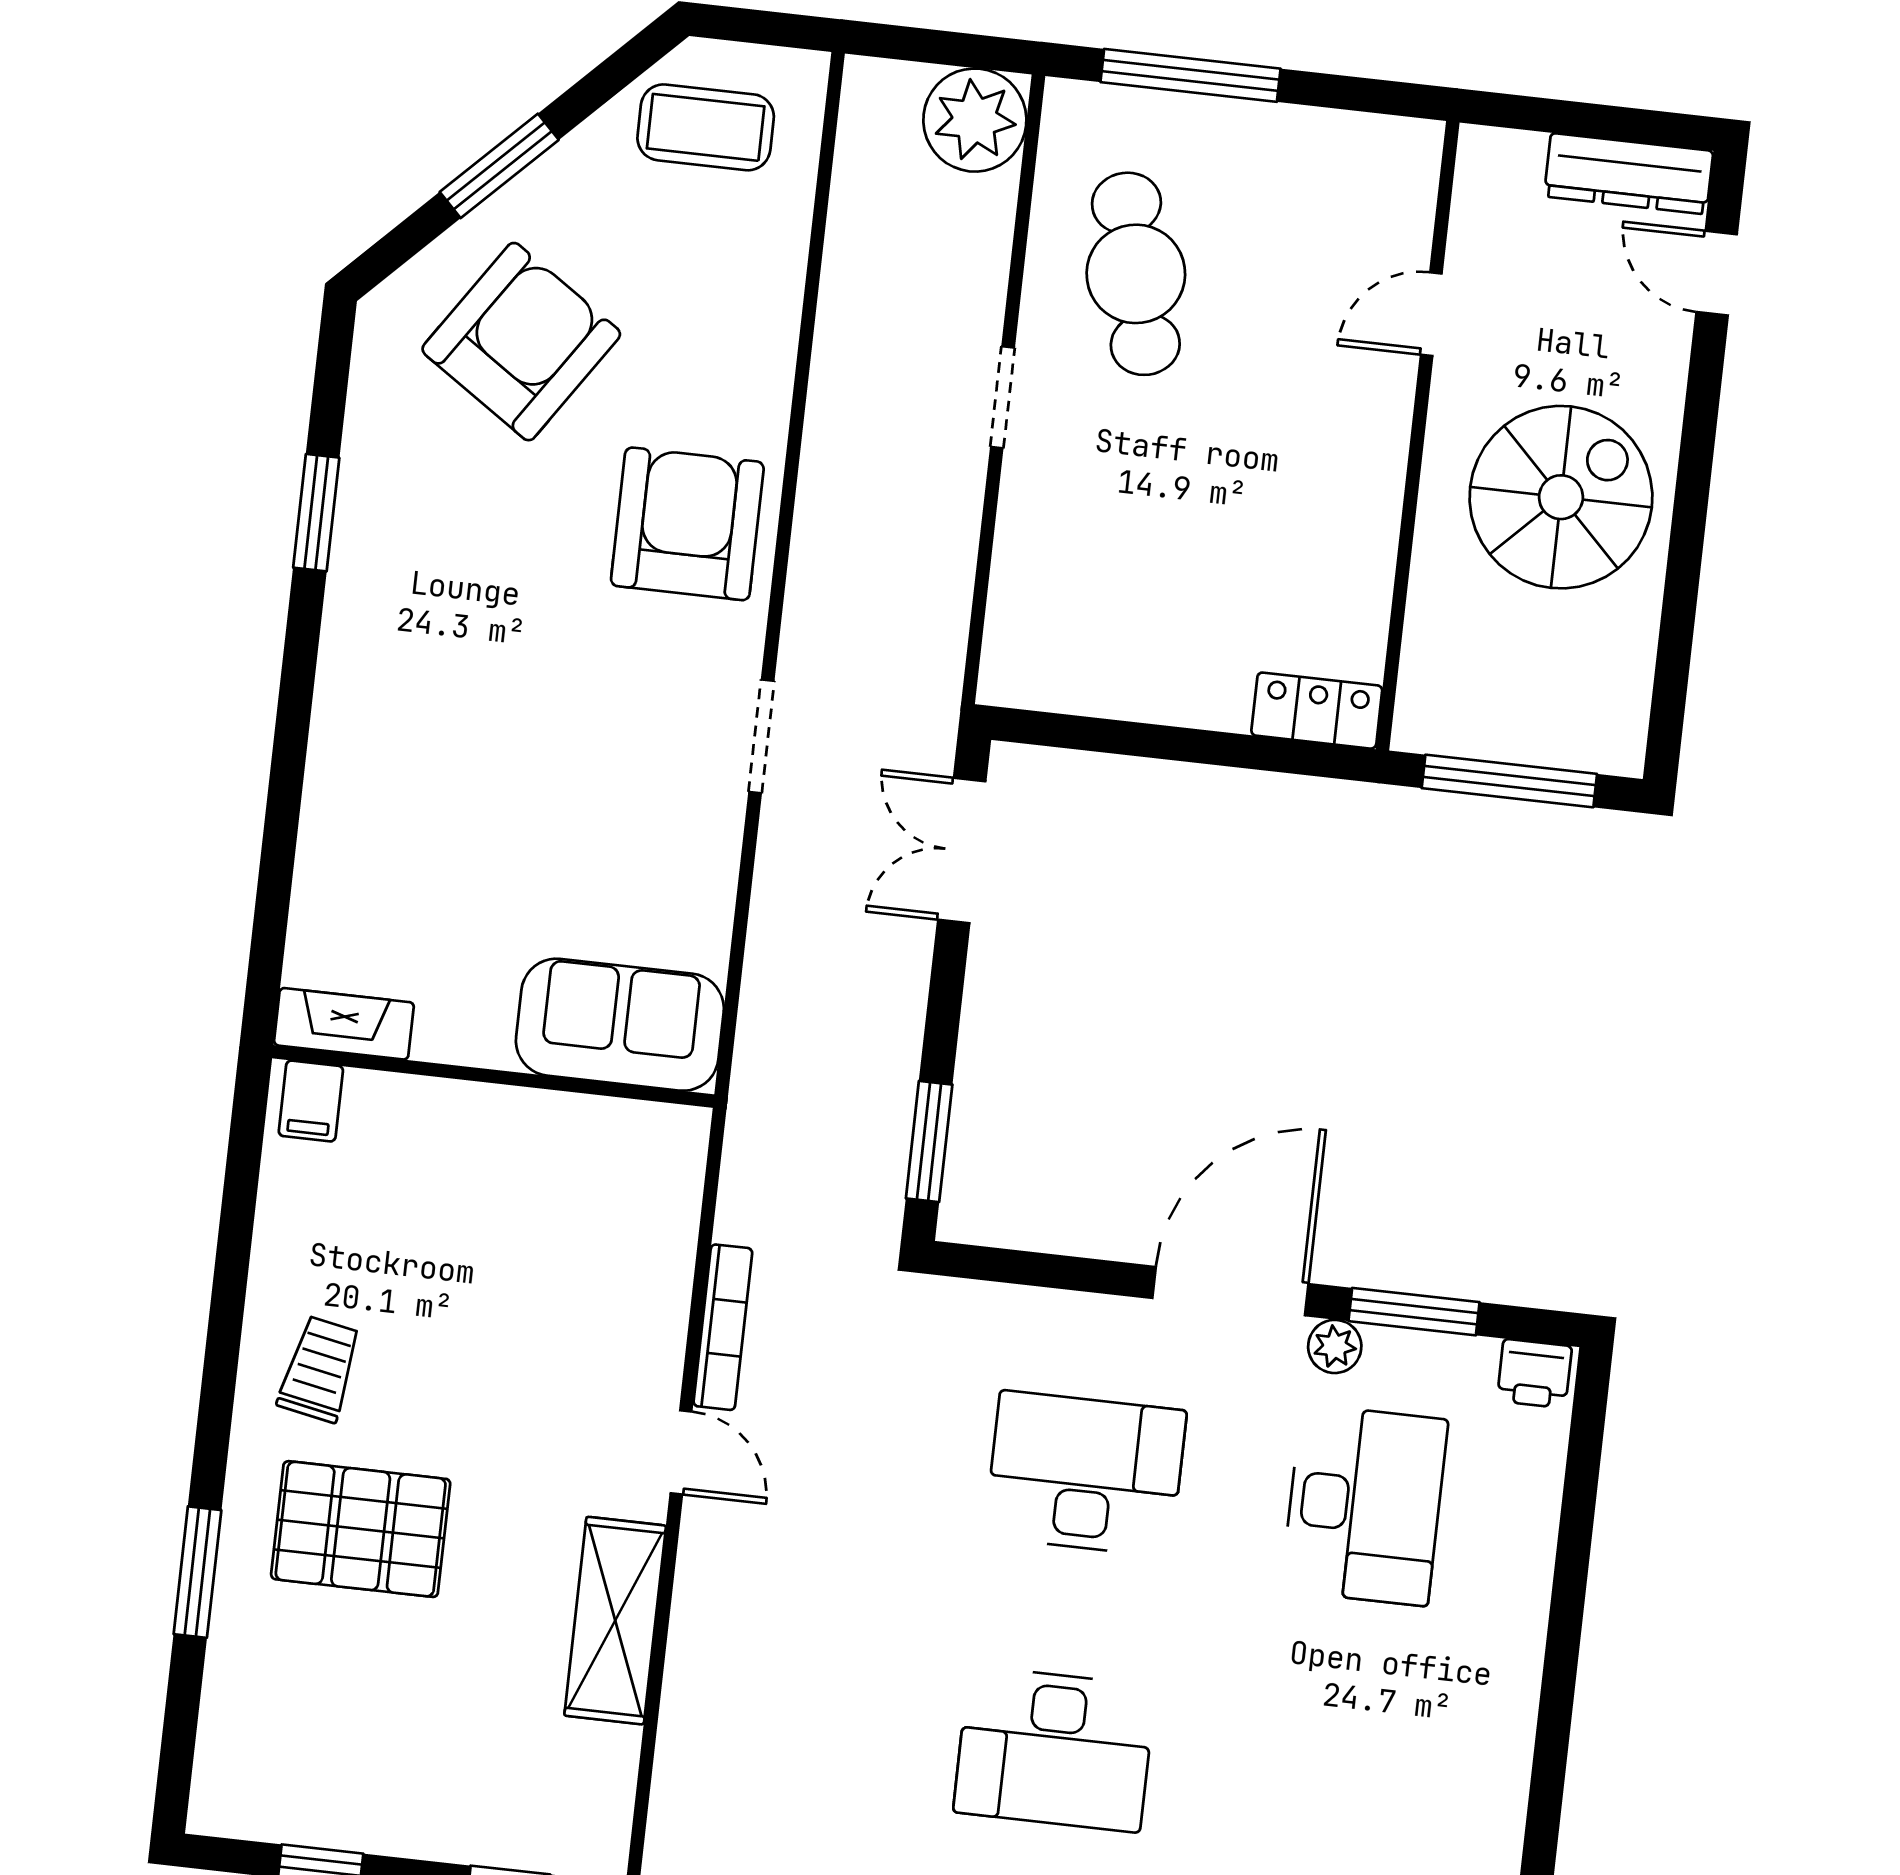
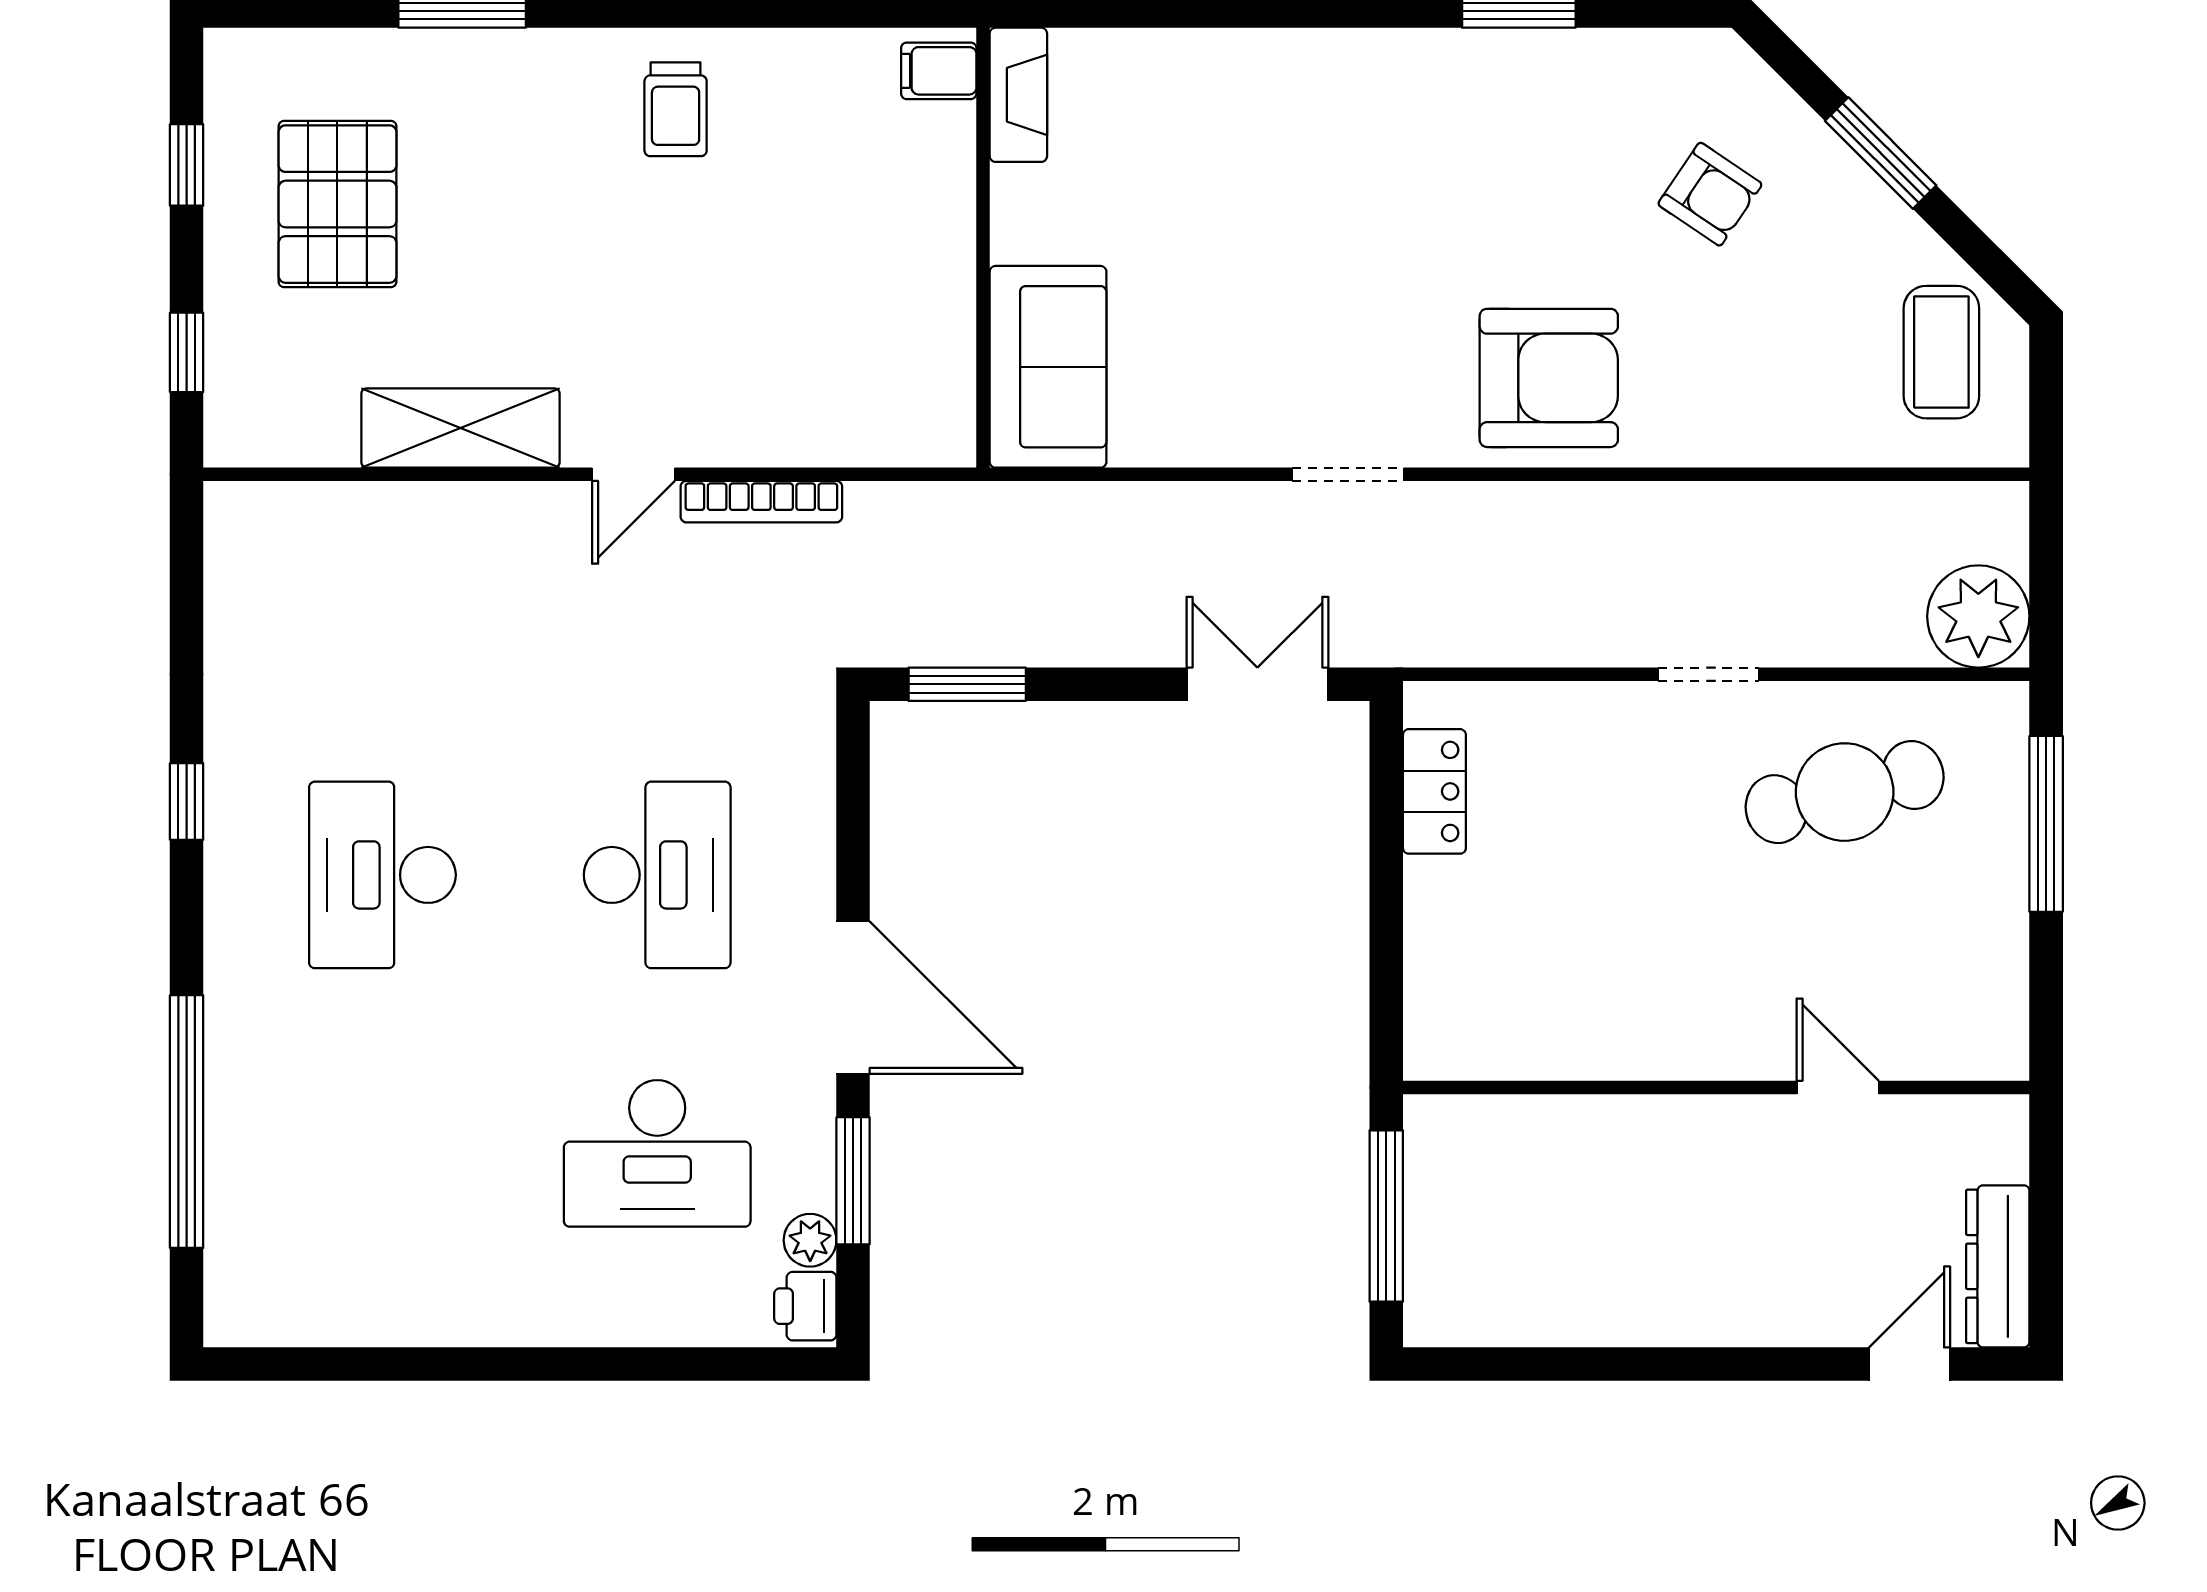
armchair: (521, 342) -> (1710, 194), width x0.53, depth x0.53
spiral stairs: (1561, 497) -> (1672, 1236), removed
locker: (1317, 711) -> (1434, 791), moved
plant: (1335, 1346) -> (810, 1240), moved
trolley: (320, 1369) -> (676, 109), turned 79
pallet: (361, 1529) -> (337, 204), moved

